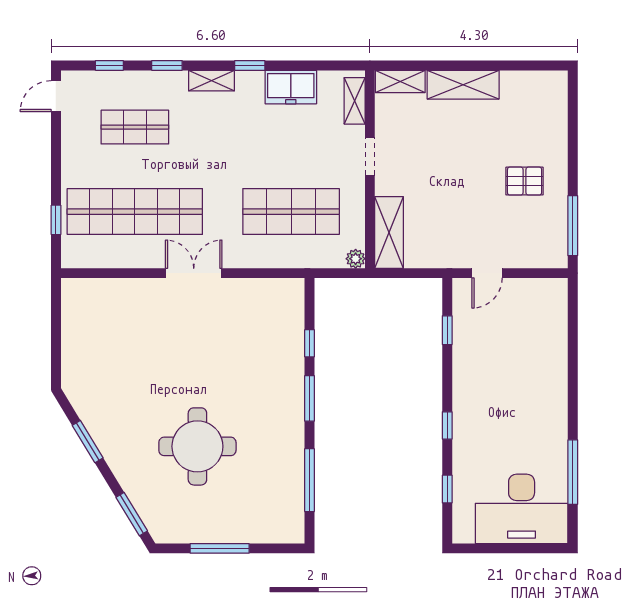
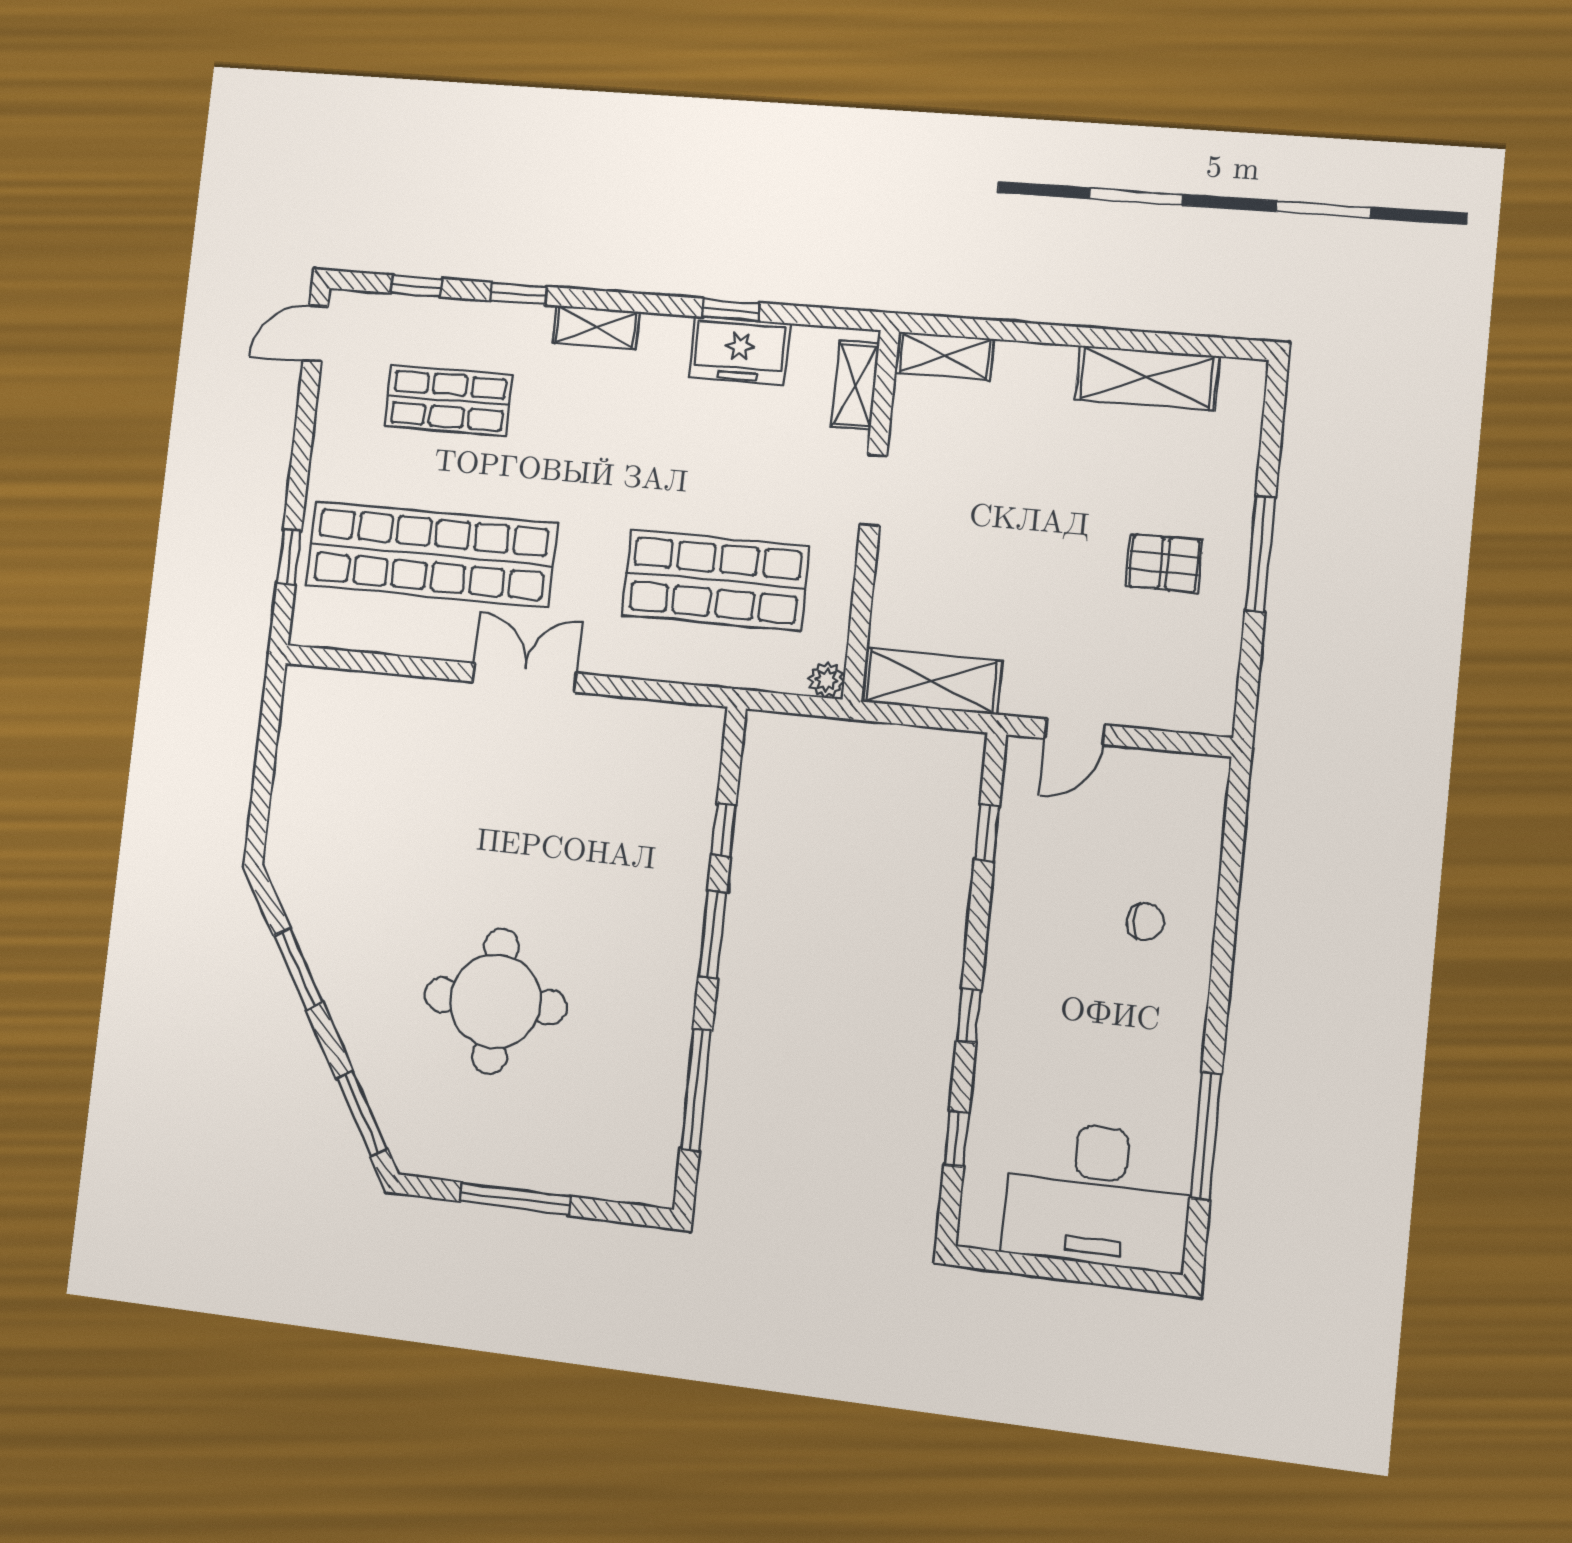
window: (250, 65) -> (731, 310), moved
shelving: (463, 85) -> (1147, 378), moved
window: (573, 226) -> (1260, 554), moved
shelving: (389, 232) -> (931, 681), moved, turned 90
chair: (532, 367) -> (1145, 922), added

